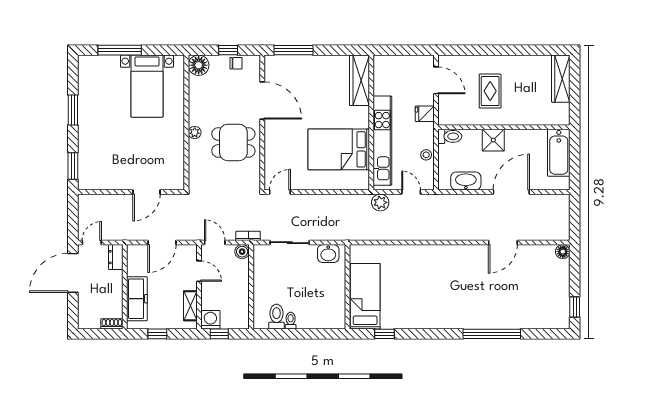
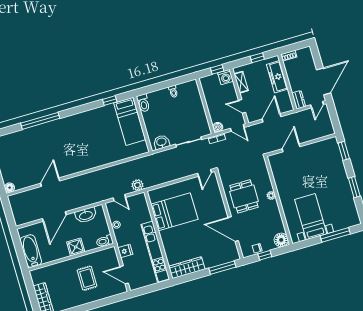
wardrobe: (360, 80) -> (187, 268), moved, turned -90
kitchen unit: (382, 141) -> (155, 252), moved
dining table: (233, 142) -> (244, 196), turned 90
toilet: (277, 317) -> (143, 103), moved

